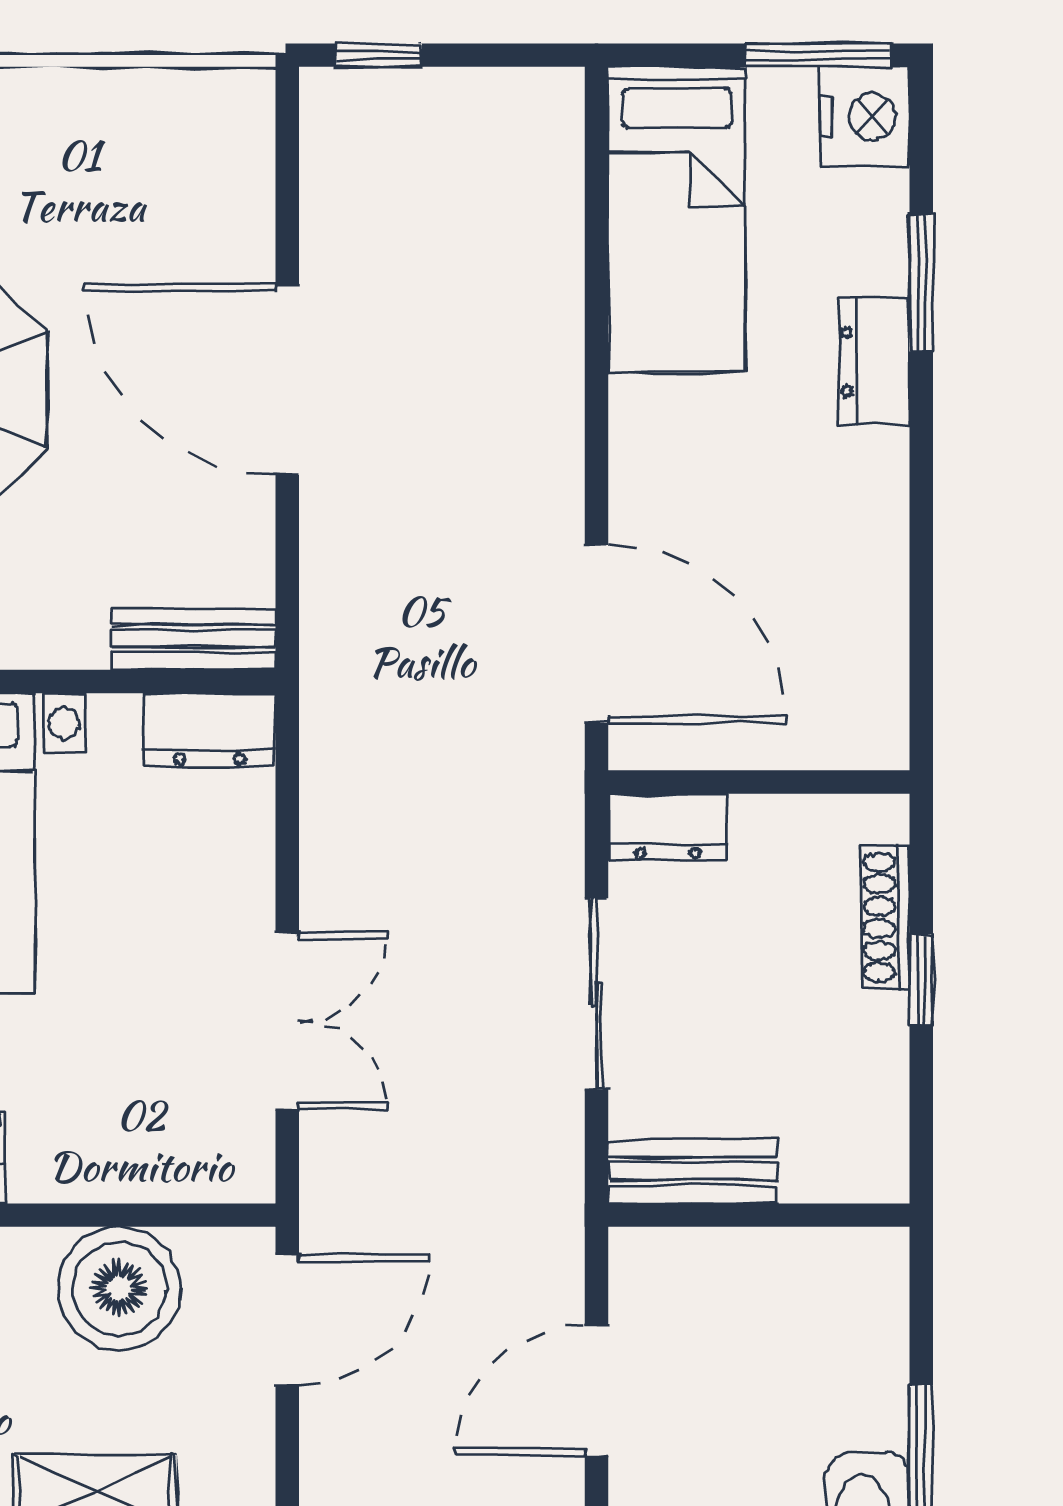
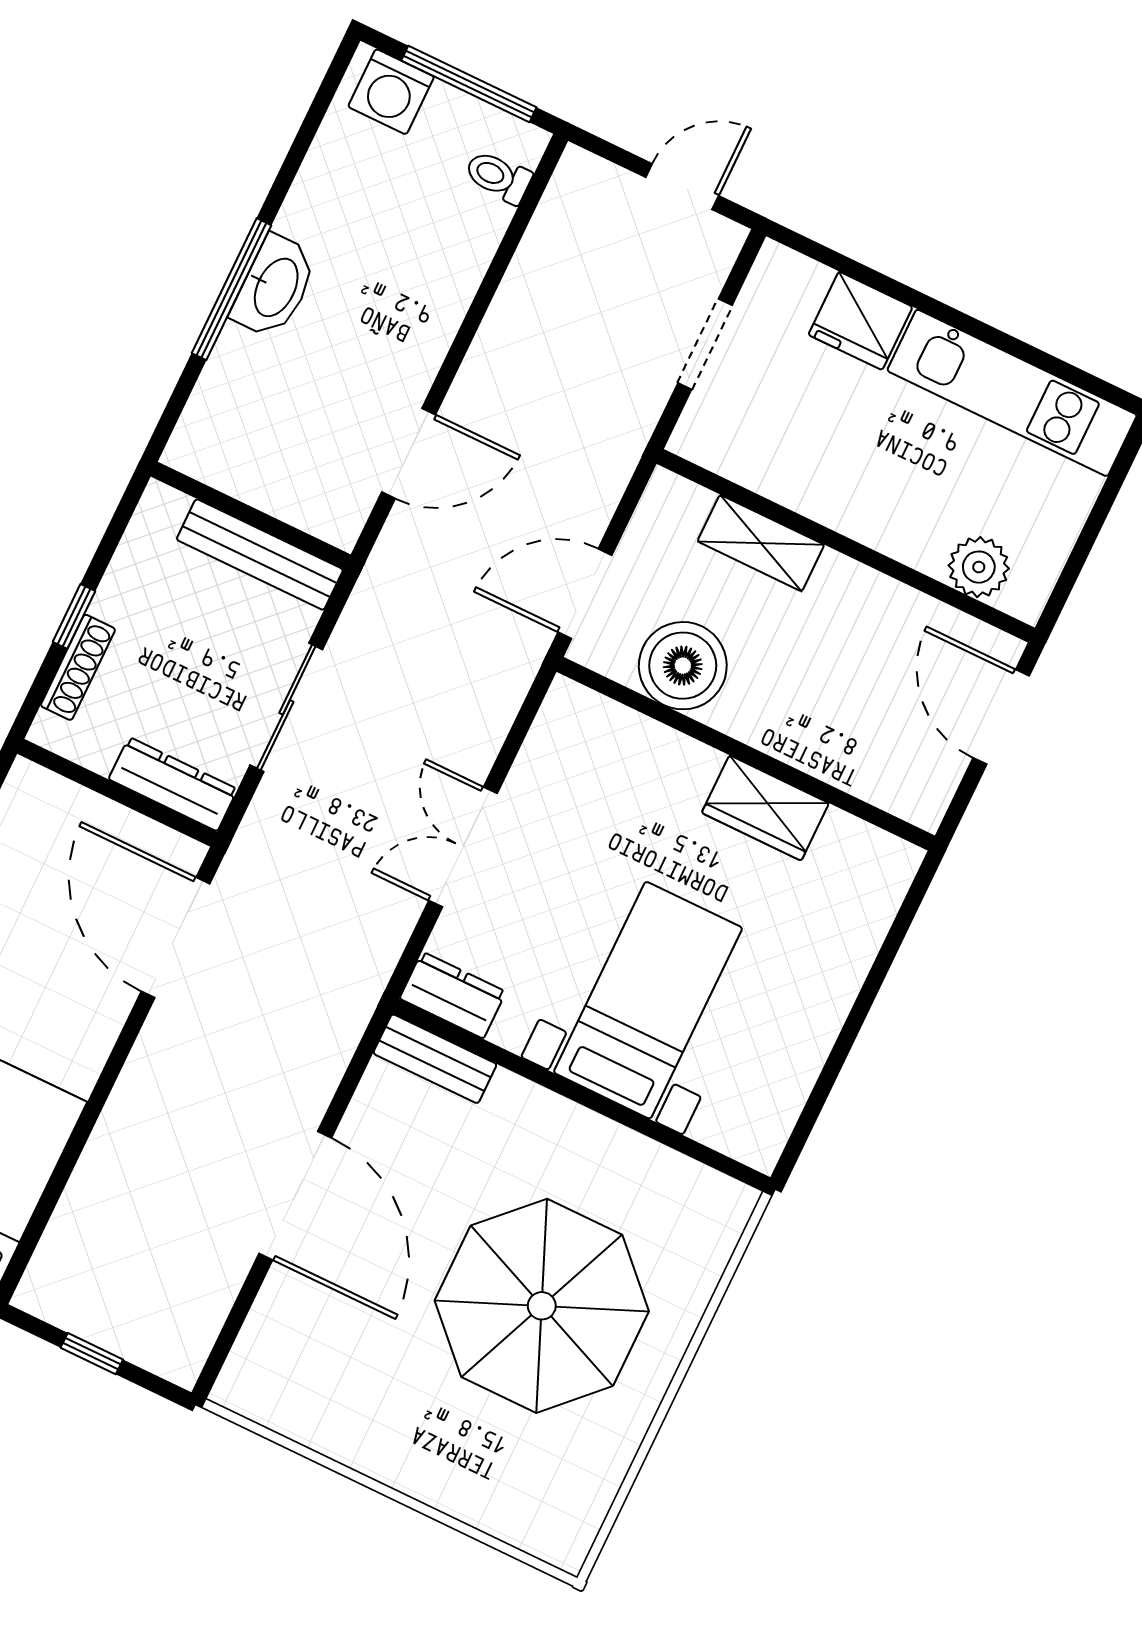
window: (378, 55) -> (92, 1354), moved
dresser: (667, 827) -> (173, 784), width x1.44
double door: (287, 1021) -> (463, 847), moved
bench: (693, 1171) -> (260, 555), width x1.36

